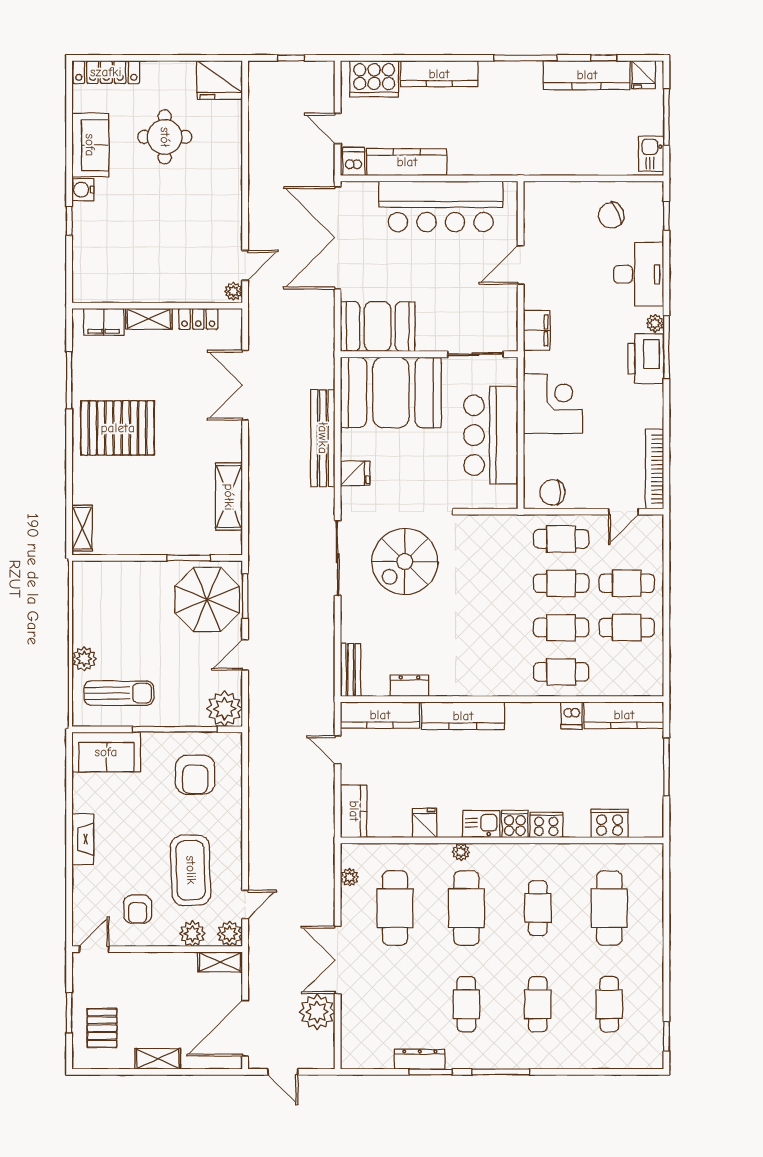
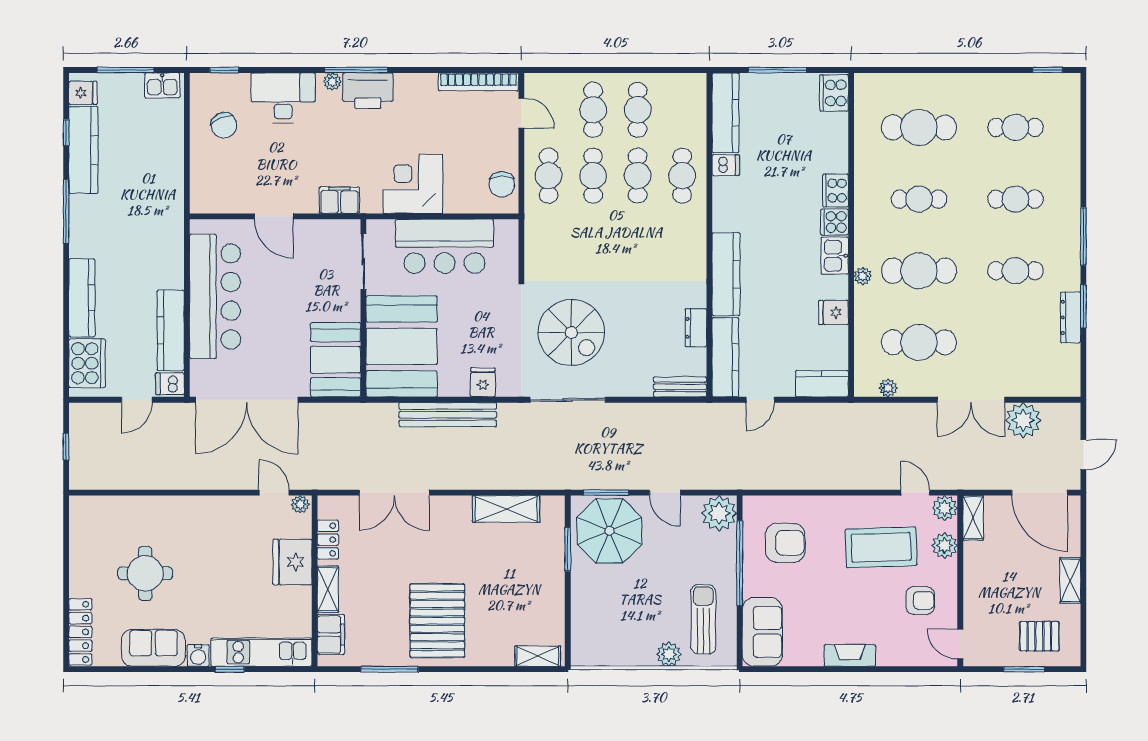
fridge: (220, 80) -> (292, 562), moved, turned 180
kitchen unit: (86, 253) -> (261, 652), added
cooker: (610, 823) -> (834, 93), moved

